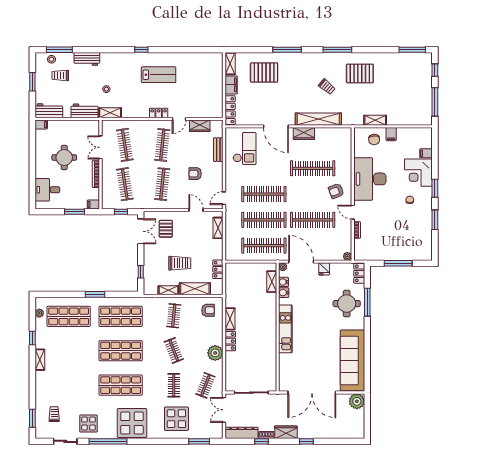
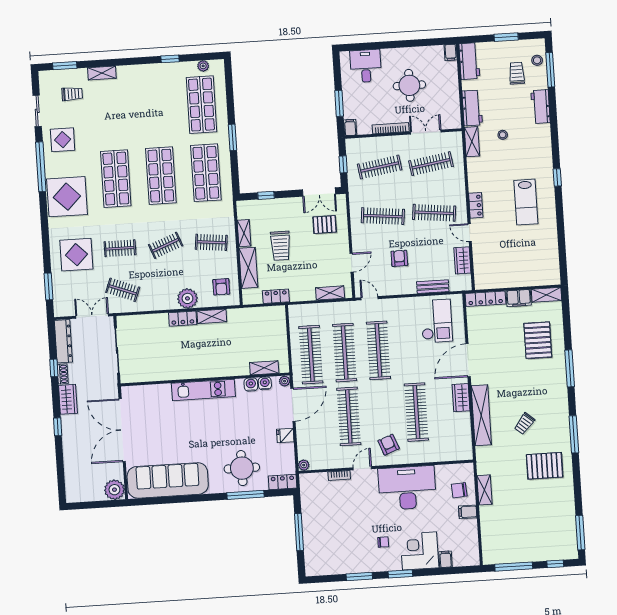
pallet: (360, 73) -> (545, 466), turned 90
checkout: (245, 148) -> (436, 321), turned -90
plant: (215, 353) -> (187, 298), moved
shelving: (40, 360) -> (102, 73), moved

